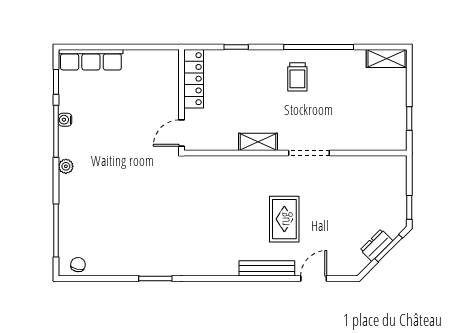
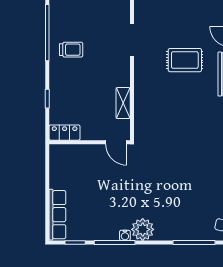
locker: (194, 79) -> (65, 133), width x0.66
water cooler: (65, 120) -> (125, 235), moved
shelving: (258, 142) -> (123, 103), moved
plant: (66, 166) -> (143, 229), width x1.87, depth x1.87

